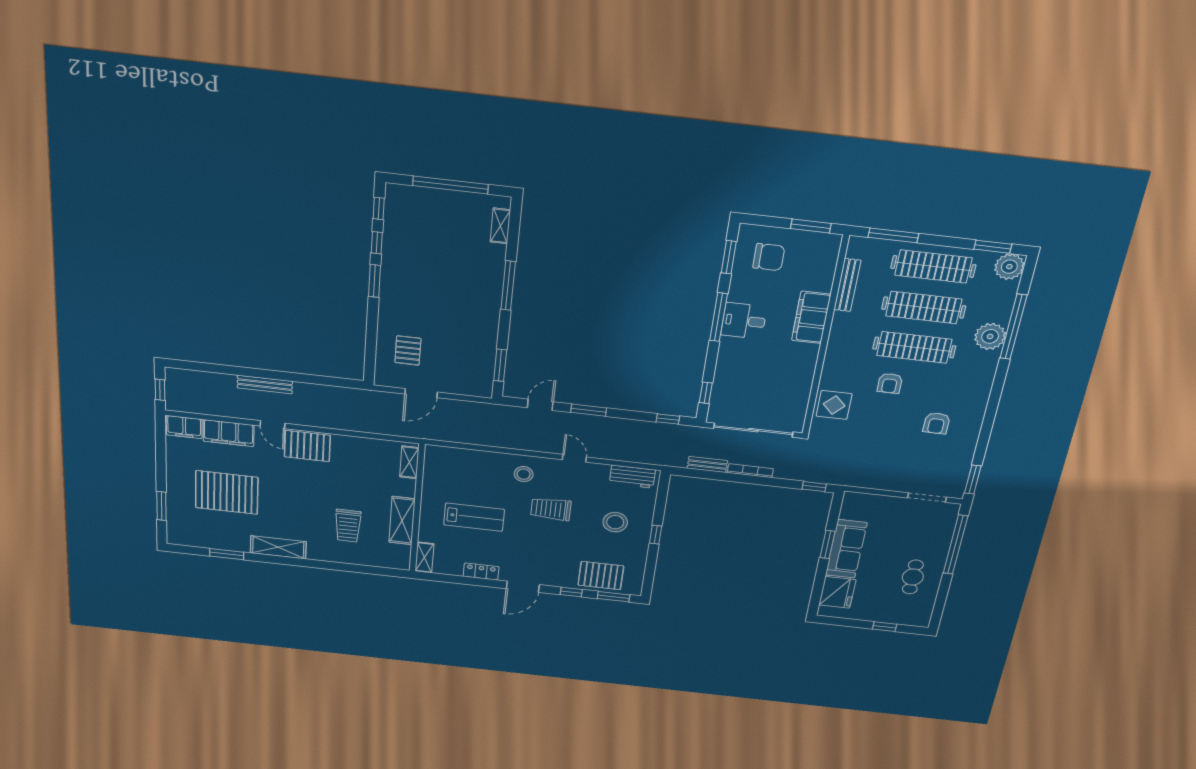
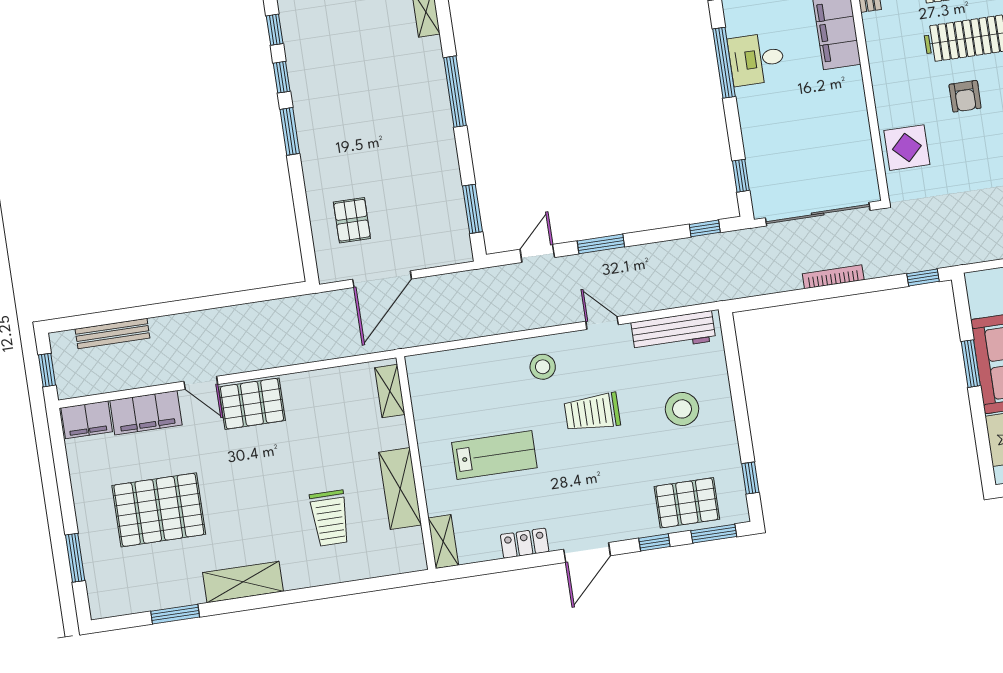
bench: (265, 385) -> (112, 334), moved
door: (421, 393) -> (382, 279), width x1.36
bench: (707, 465) -> (775, 283), removed
workbench: (632, 477) -> (673, 332), width x1.38
window: (656, 535) -> (750, 478), moved

